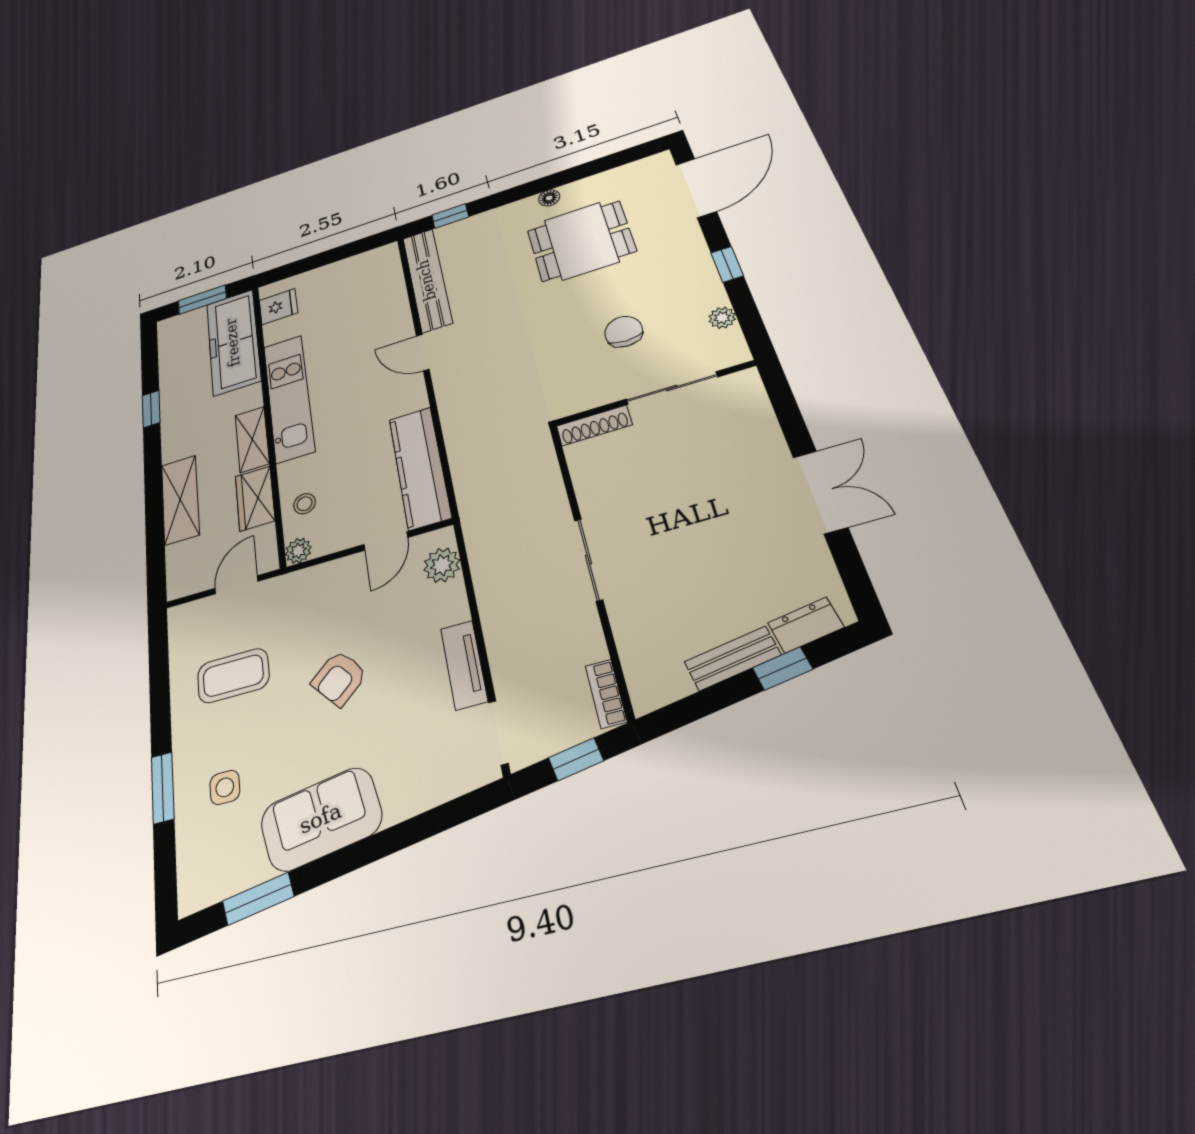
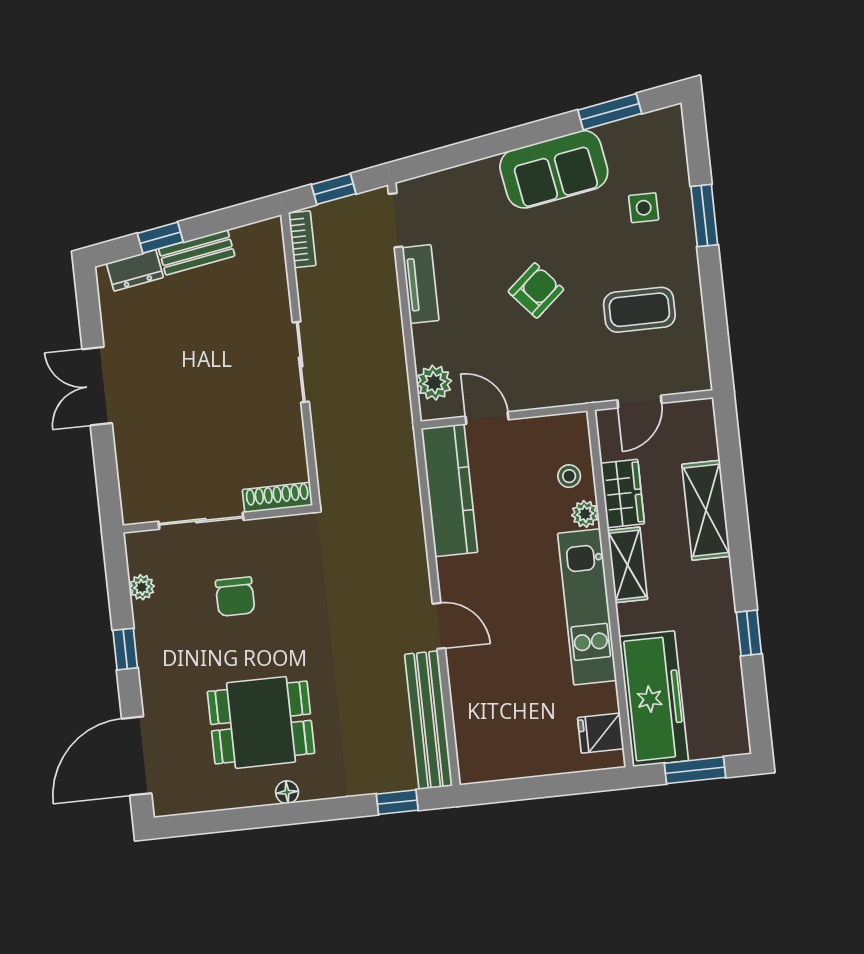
door: (386, 541) -> (487, 418), hinge flipped
plant: (298, 551) -> (585, 514), moved

